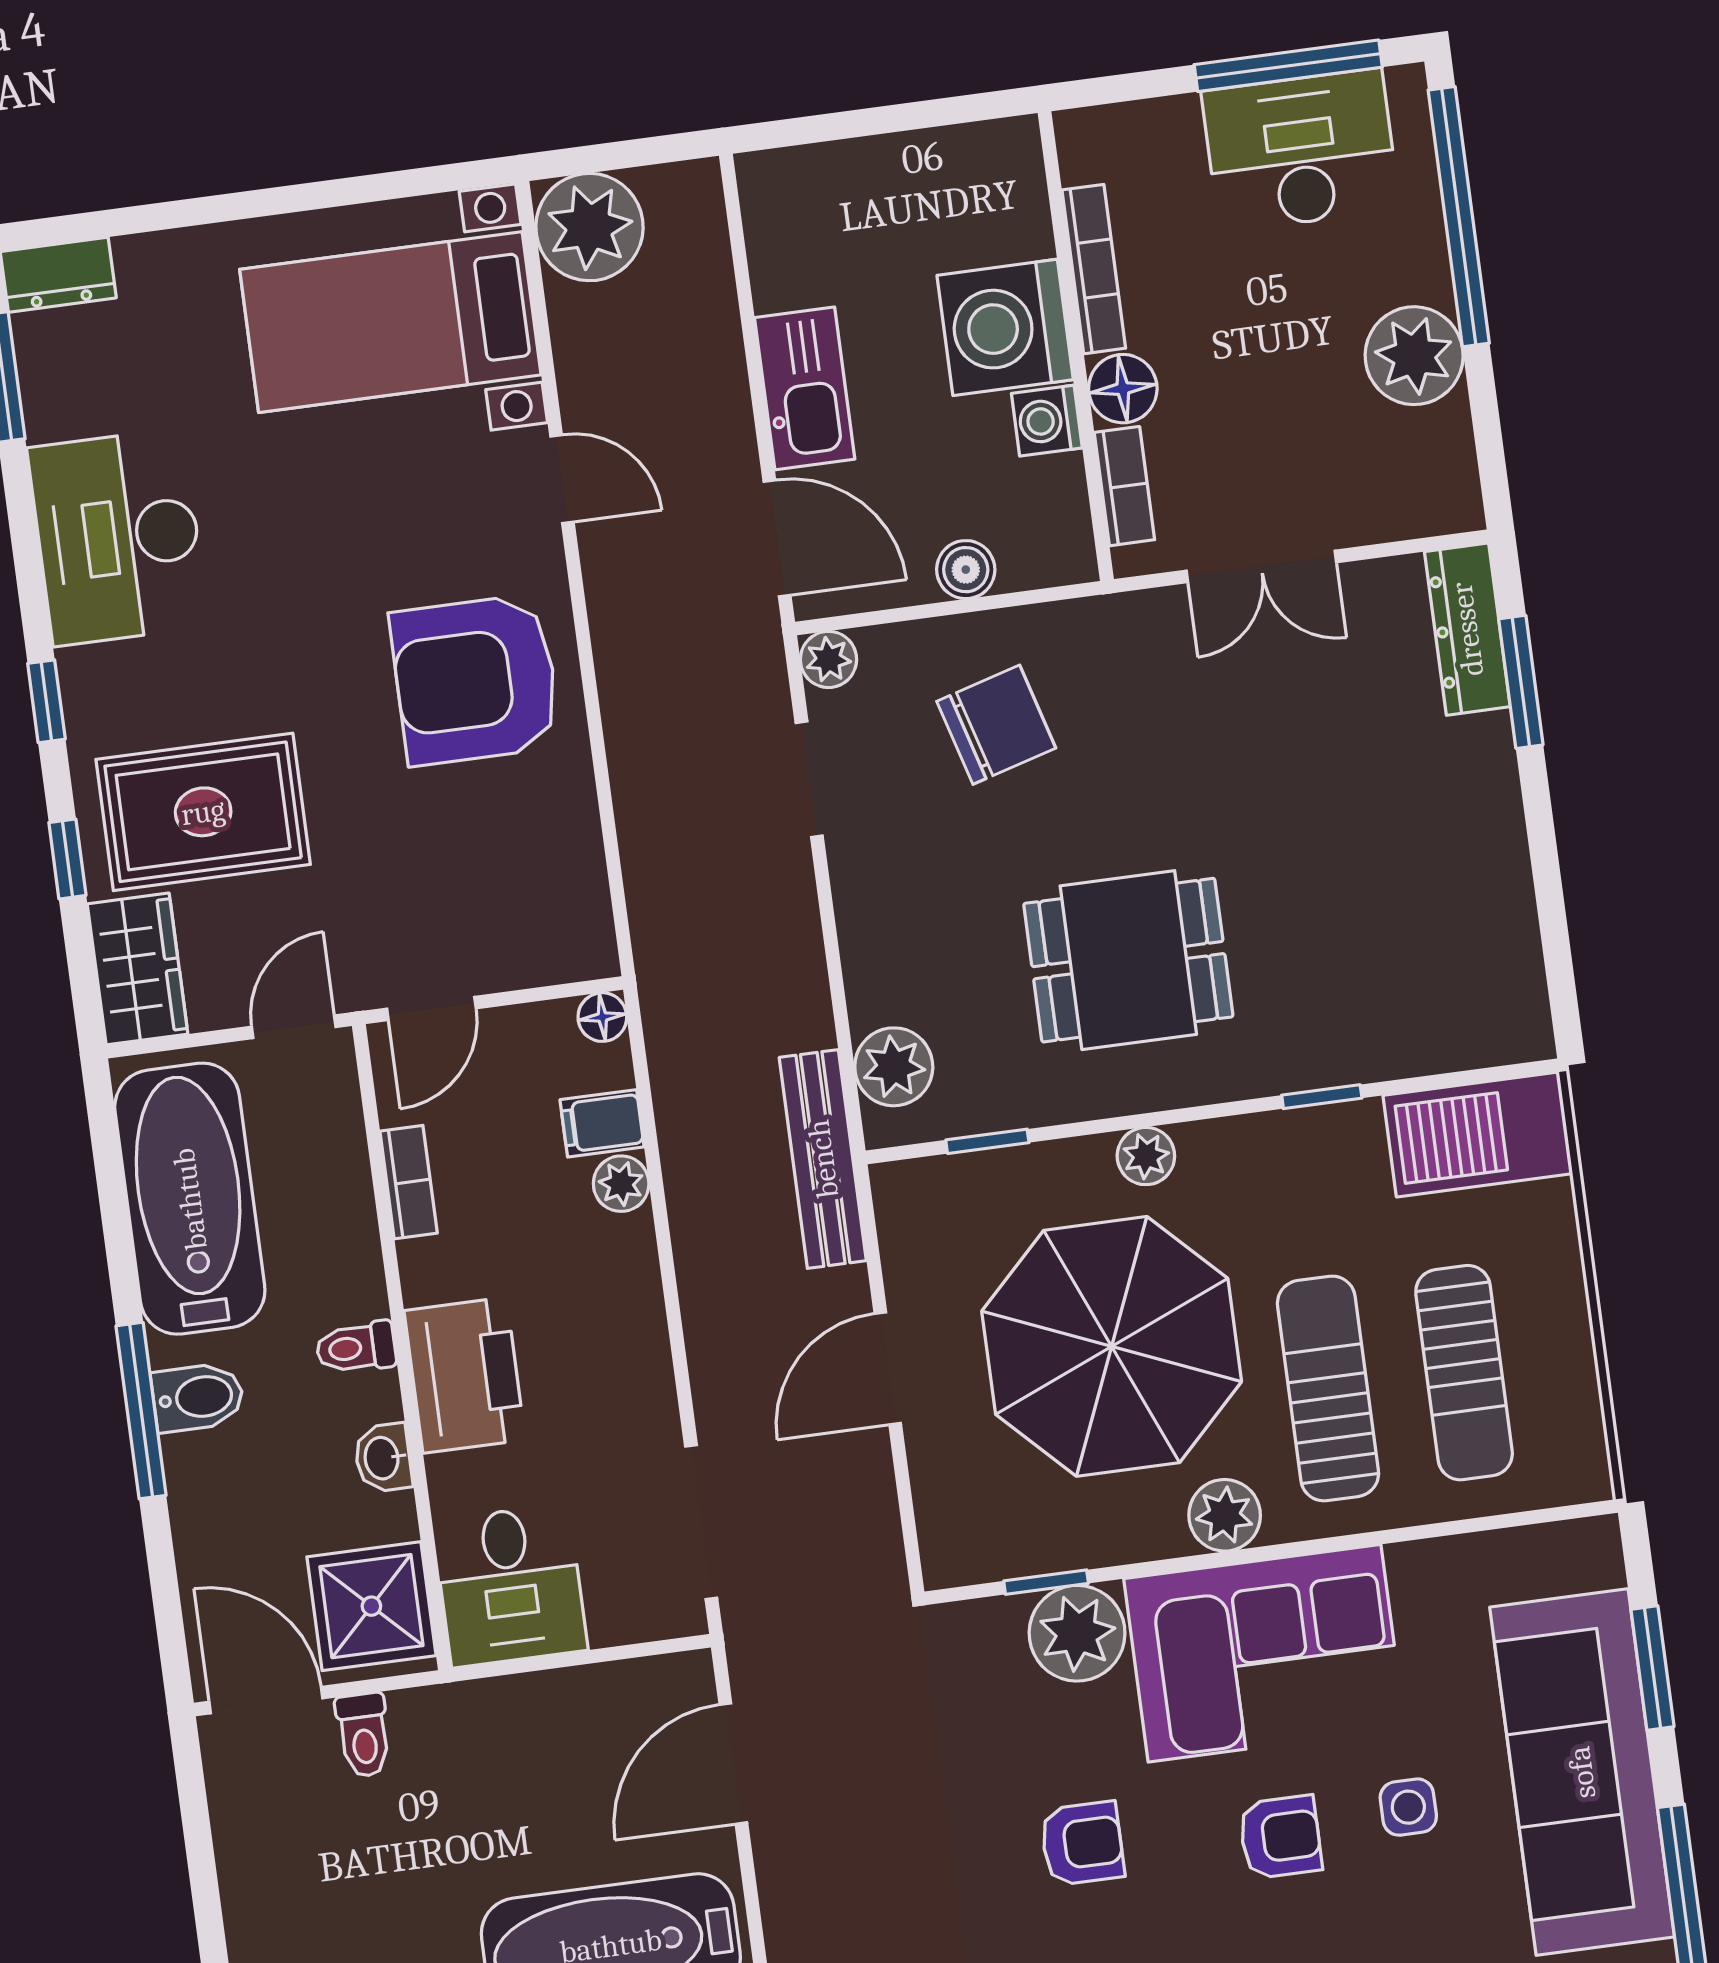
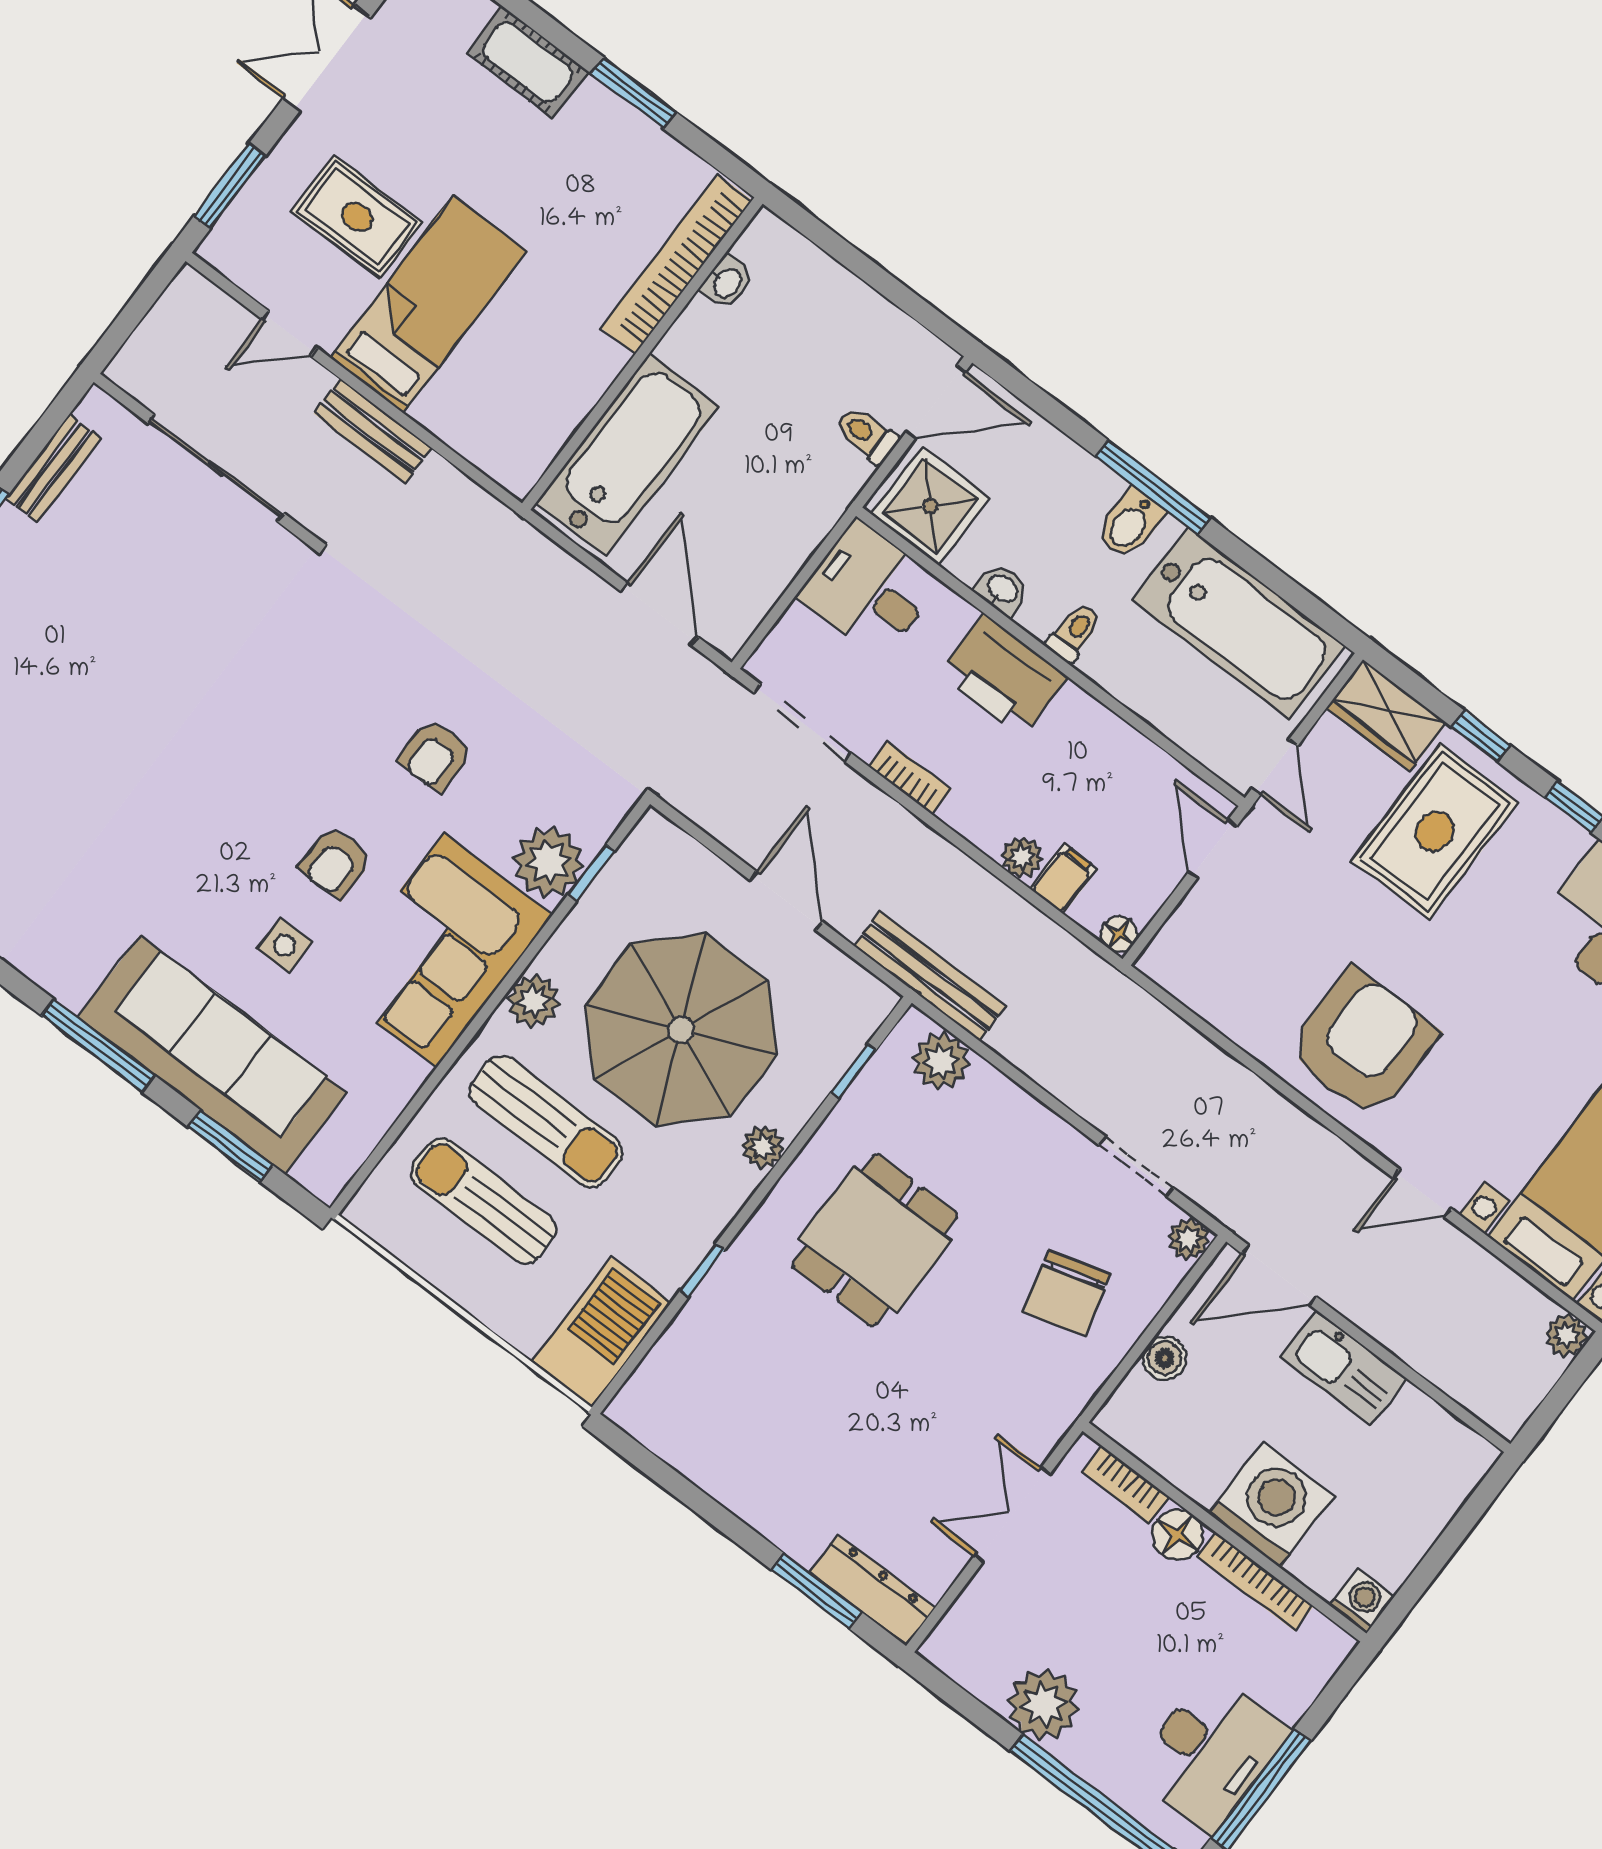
plant: (589, 227) -> (1566, 1335), width x0.53, depth x0.53
washing machine: (1047, 421) -> (1362, 1601), moved
bookcase: (409, 1182) -> (910, 778), moved, turned 180

